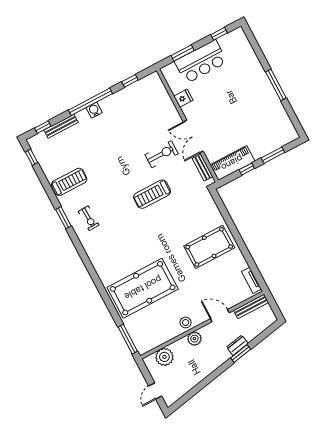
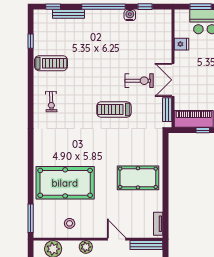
water cooler: (94, 110) -> (130, 15), moved
window: (31, 157) -> (31, 41), moved
window: (63, 218) -> (31, 90), removed
stool: (186, 323) -> (70, 223), moved

